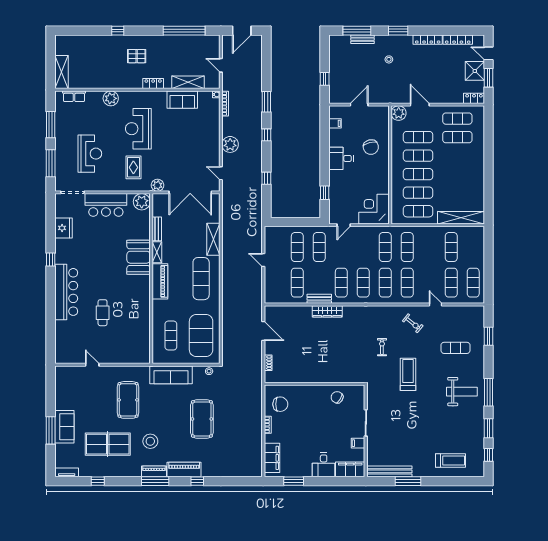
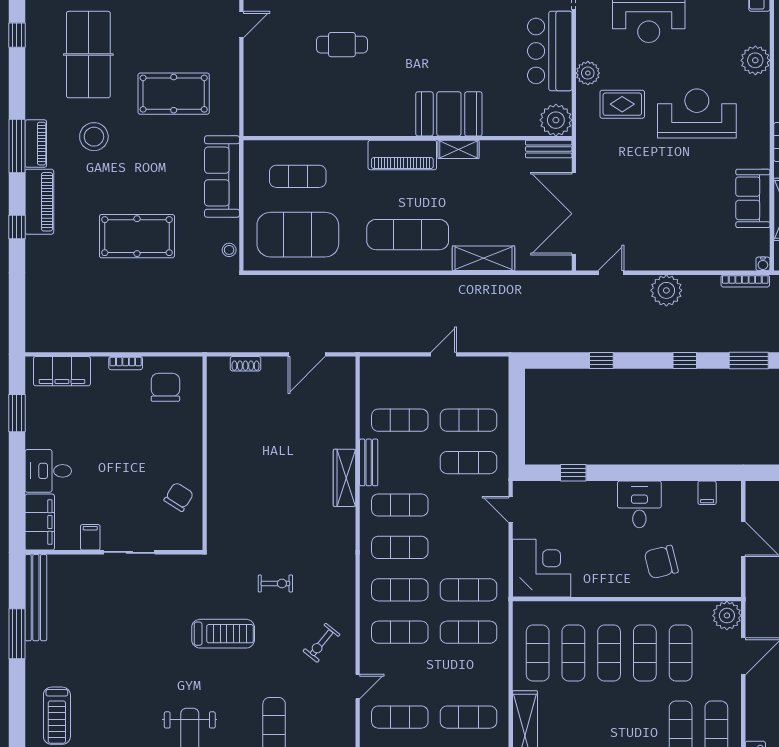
plant: (158, 185) -> (588, 73), moved
bench: (157, 229) -> (549, 149), moved
chair: (280, 404) -> (165, 387), turned 180

